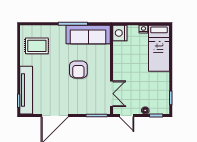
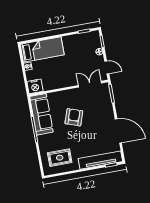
rug: (37, 46) -> (60, 158), turned 90
armchair: (78, 69) -> (74, 117), turned -71
door: (127, 116) -> (107, 67), hinge flipped

